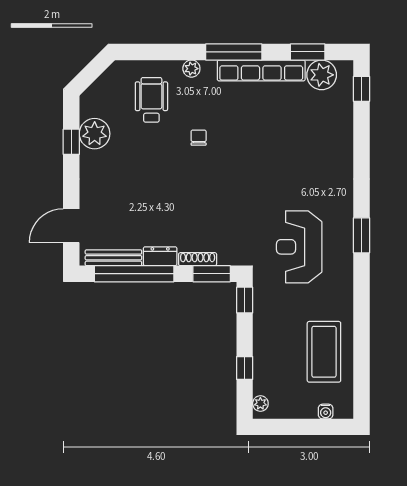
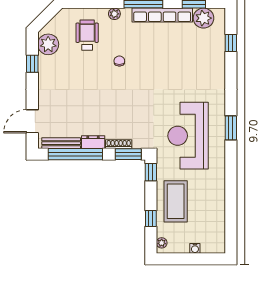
window: (362, 89) -> (231, 43), moved
plant: (95, 134) -> (48, 44), moved
reception desk: (299, 247) -> (188, 136), width x1.36, depth x1.30
coffee table: (324, 352) -> (176, 201), moved
water cooler: (326, 412) -> (195, 248), moved

